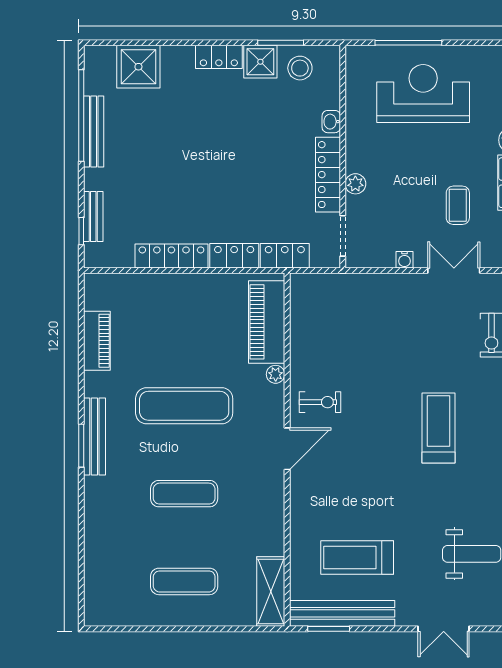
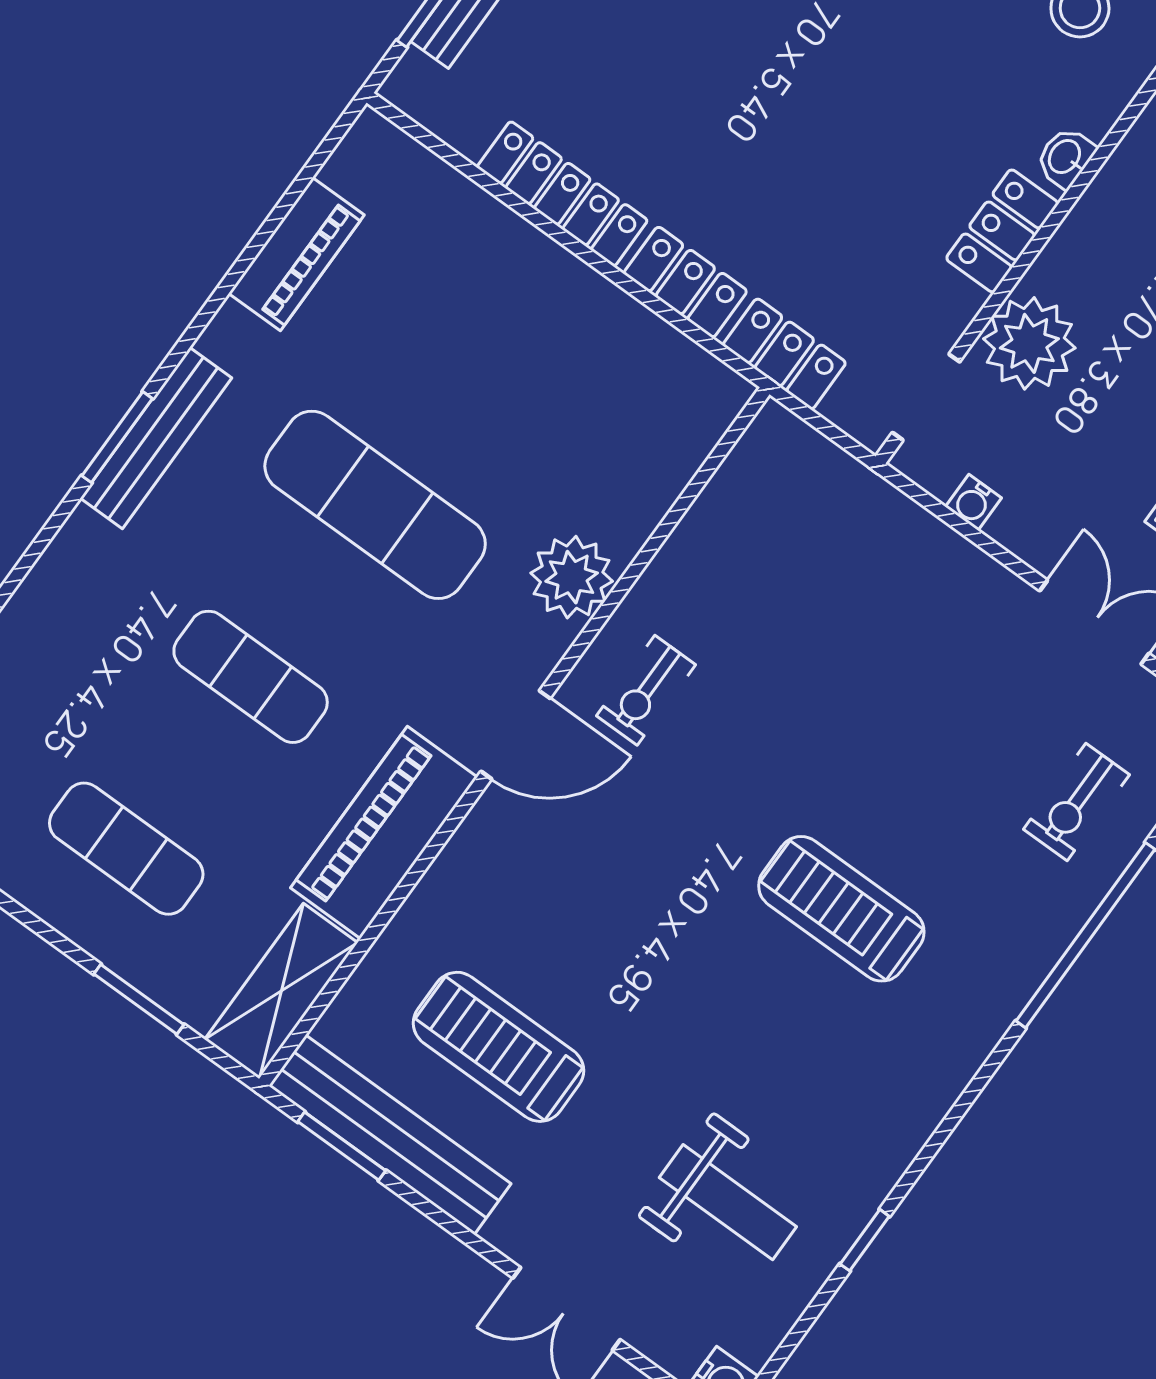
locker: (328, 175) -> (1002, 231), width x0.66
plant: (355, 184) -> (1029, 343), width x1.87, depth x1.87
water cooler: (404, 260) -> (973, 502), moved
piano: (267, 322) -> (384, 832), moved
plant: (276, 374) -> (572, 577), width x1.88, depth x1.88
exercise bike: (320, 402) -> (646, 690), turned 90
treadmill: (439, 428) -> (841, 909), turned -90
window: (225, 629) -> (139, 999), added

